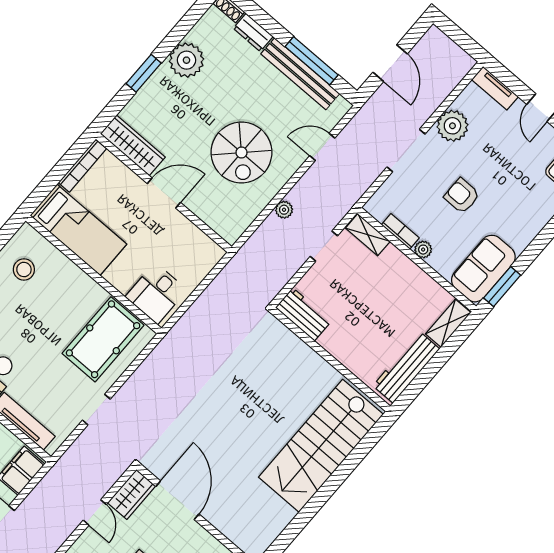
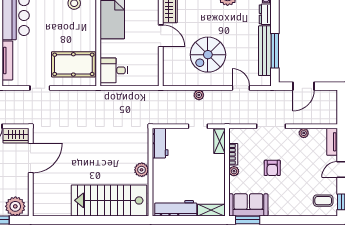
plant: (452, 126) -> (304, 133), width x0.53, depth x0.53
armchair: (462, 196) -> (272, 168), turned 180
plant: (317, 369) -> (142, 170), added

